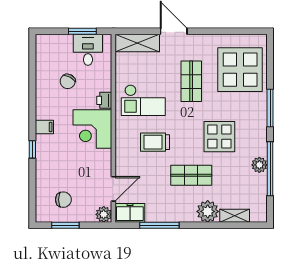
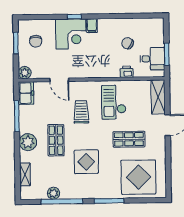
printer: (104, 100) -> (127, 72), moved
corner desk: (92, 129) -> (71, 34), moved, turned 180
plant: (259, 165) -> (54, 193), moved
door: (113, 189) -> (59, 80), moved
plant: (208, 211) -> (28, 142), moved

